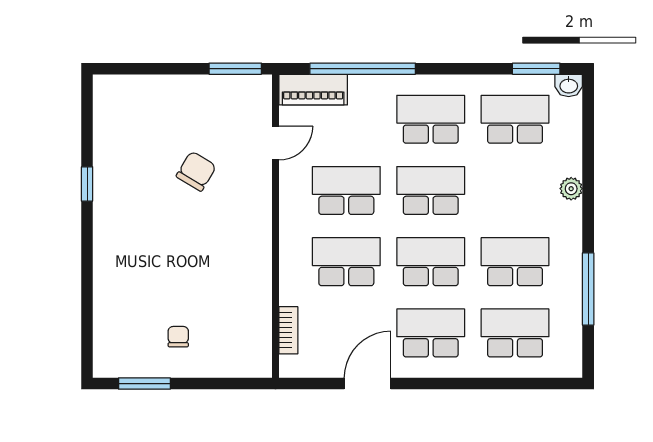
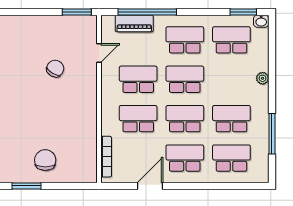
piano: (313, 90) -> (134, 23), moved
bookcase: (288, 330) -> (106, 157), width x1.56
chair: (178, 337) -> (45, 160), width x1.87, depth x1.87

